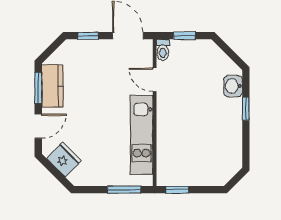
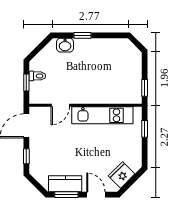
toilet: (163, 50) -> (37, 76), moved
window: (124, 190) -> (145, 129), width x0.67

